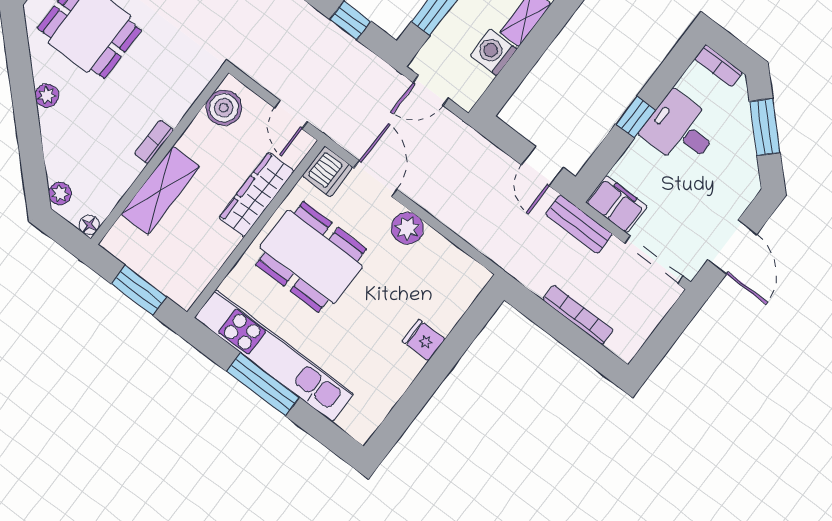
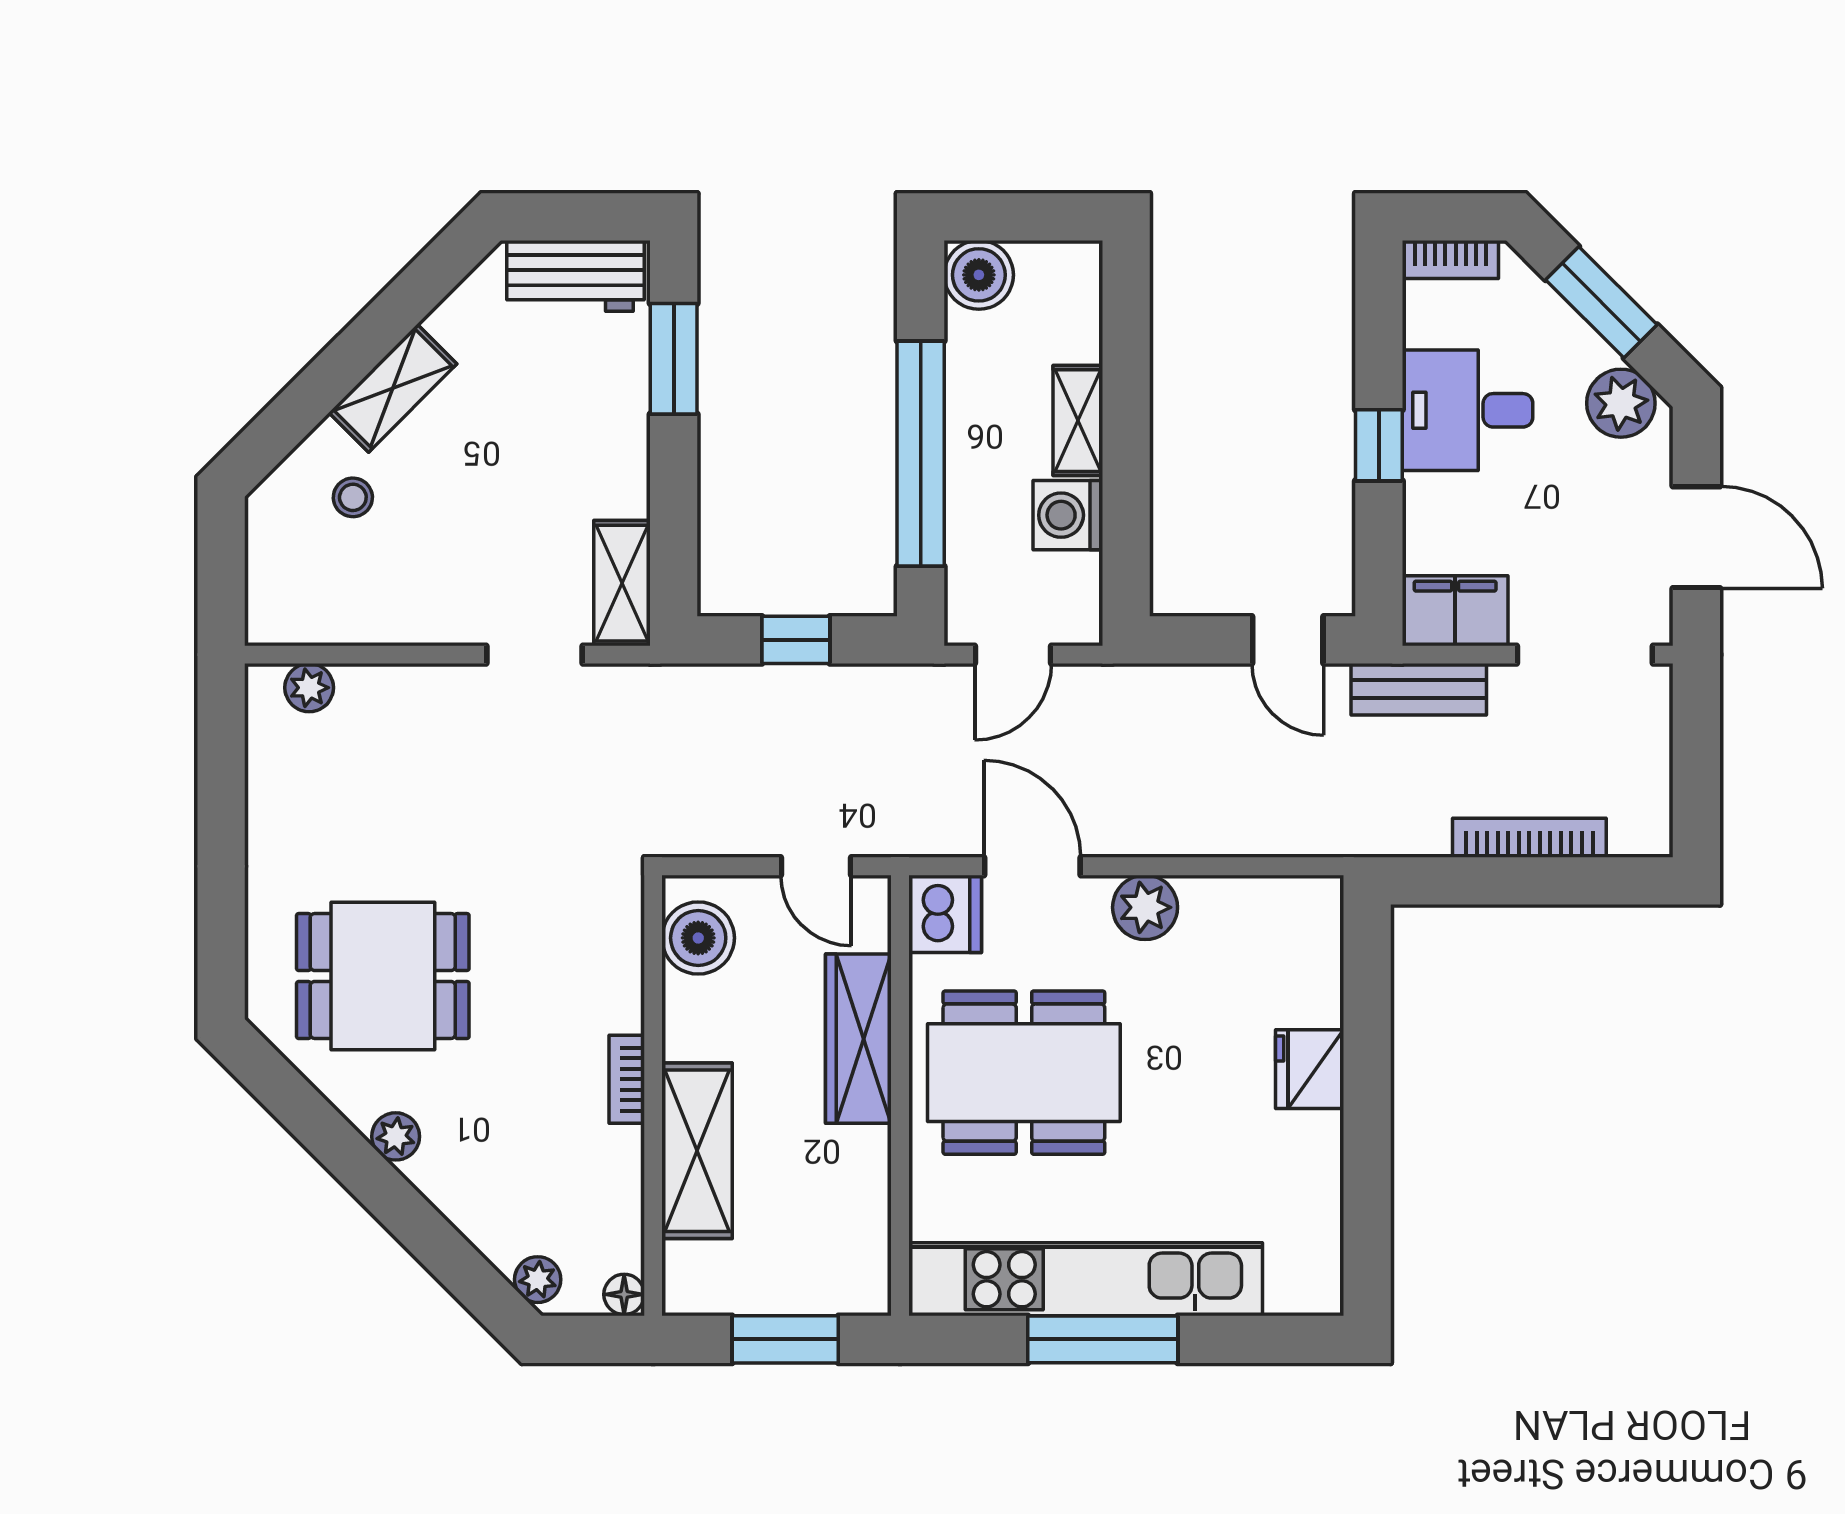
plant: (743, 172) -> (1621, 403), added
fridge: (424, 340) -> (1310, 1069), width x1.38

